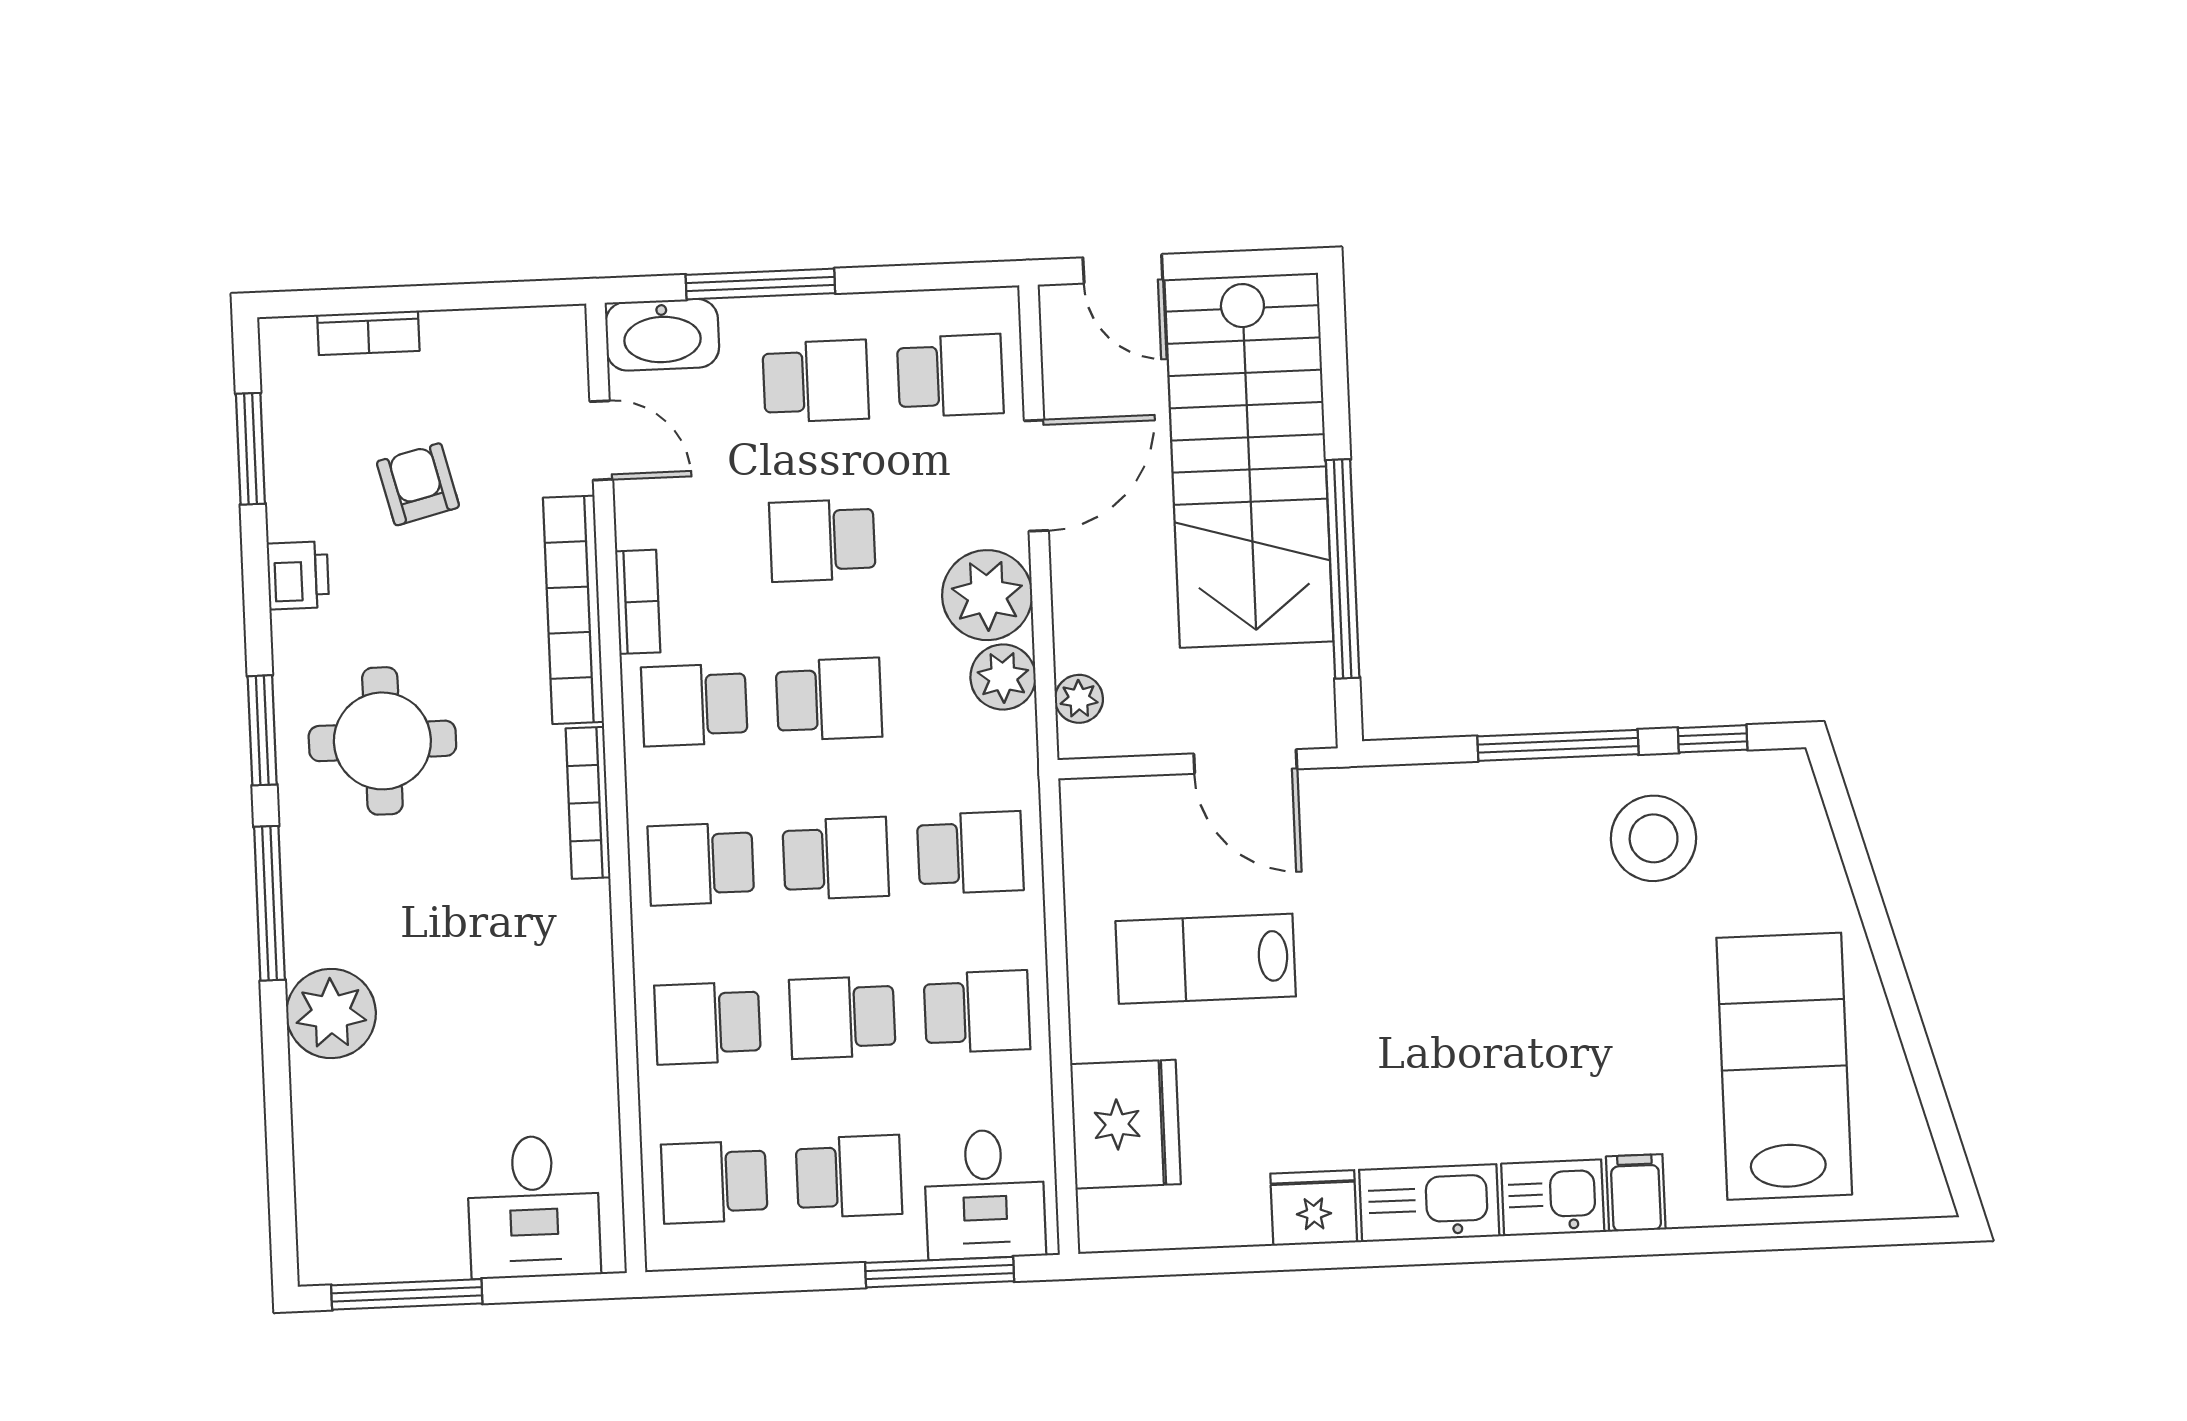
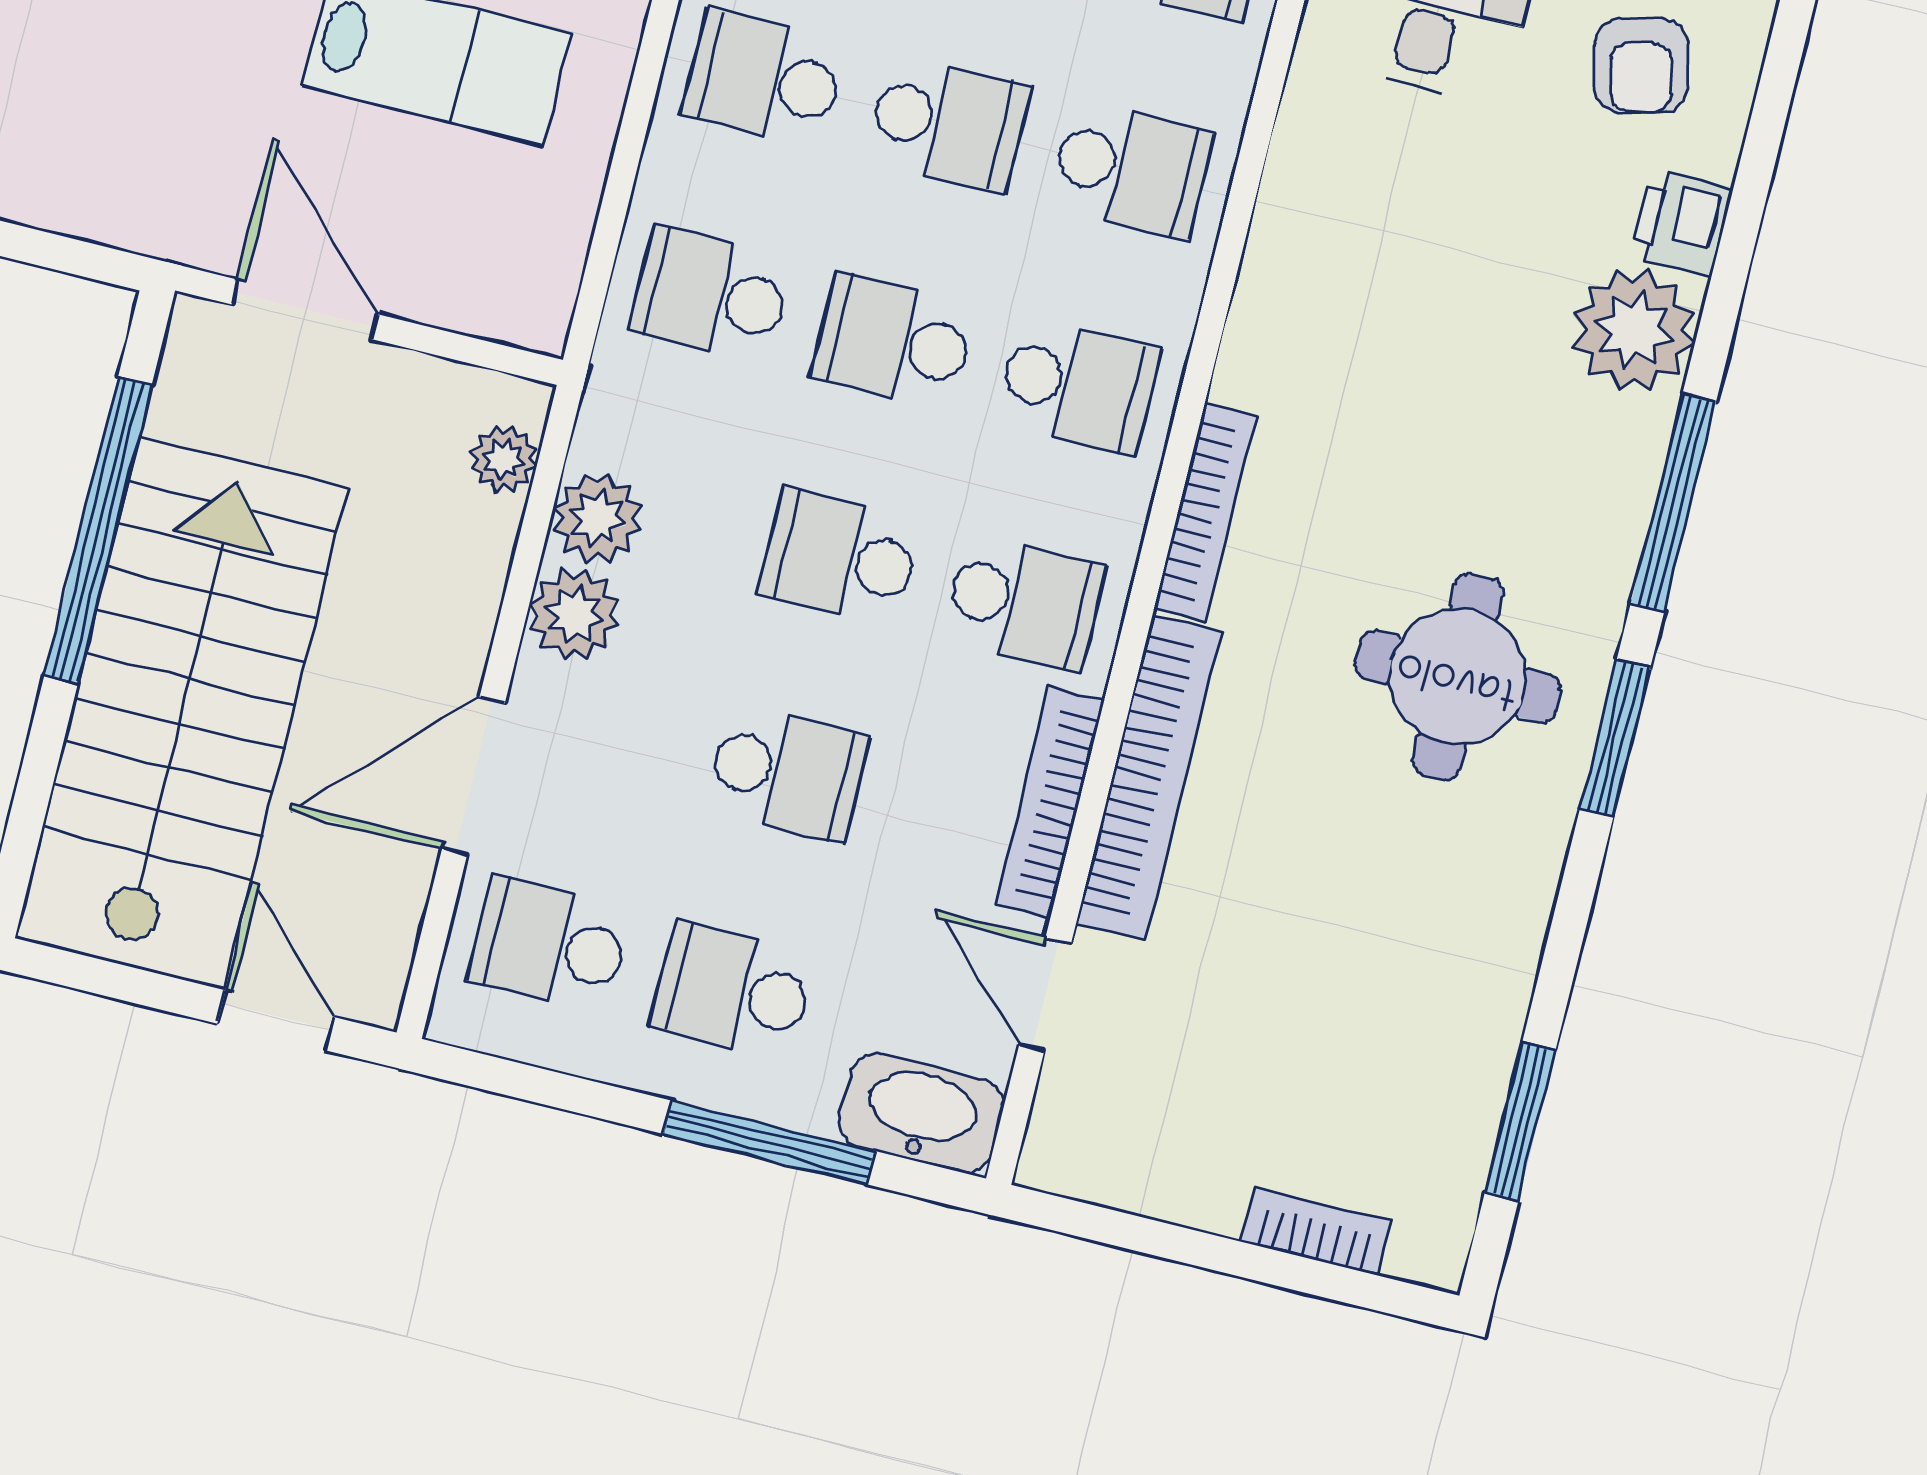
armchair: (418, 484) -> (1641, 65), moved
printer: (298, 575) -> (1682, 223), moved
plant: (987, 595) -> (574, 614), width x0.73, depth x0.73
bookcase: (638, 602) -> (1050, 802), width x1.56

